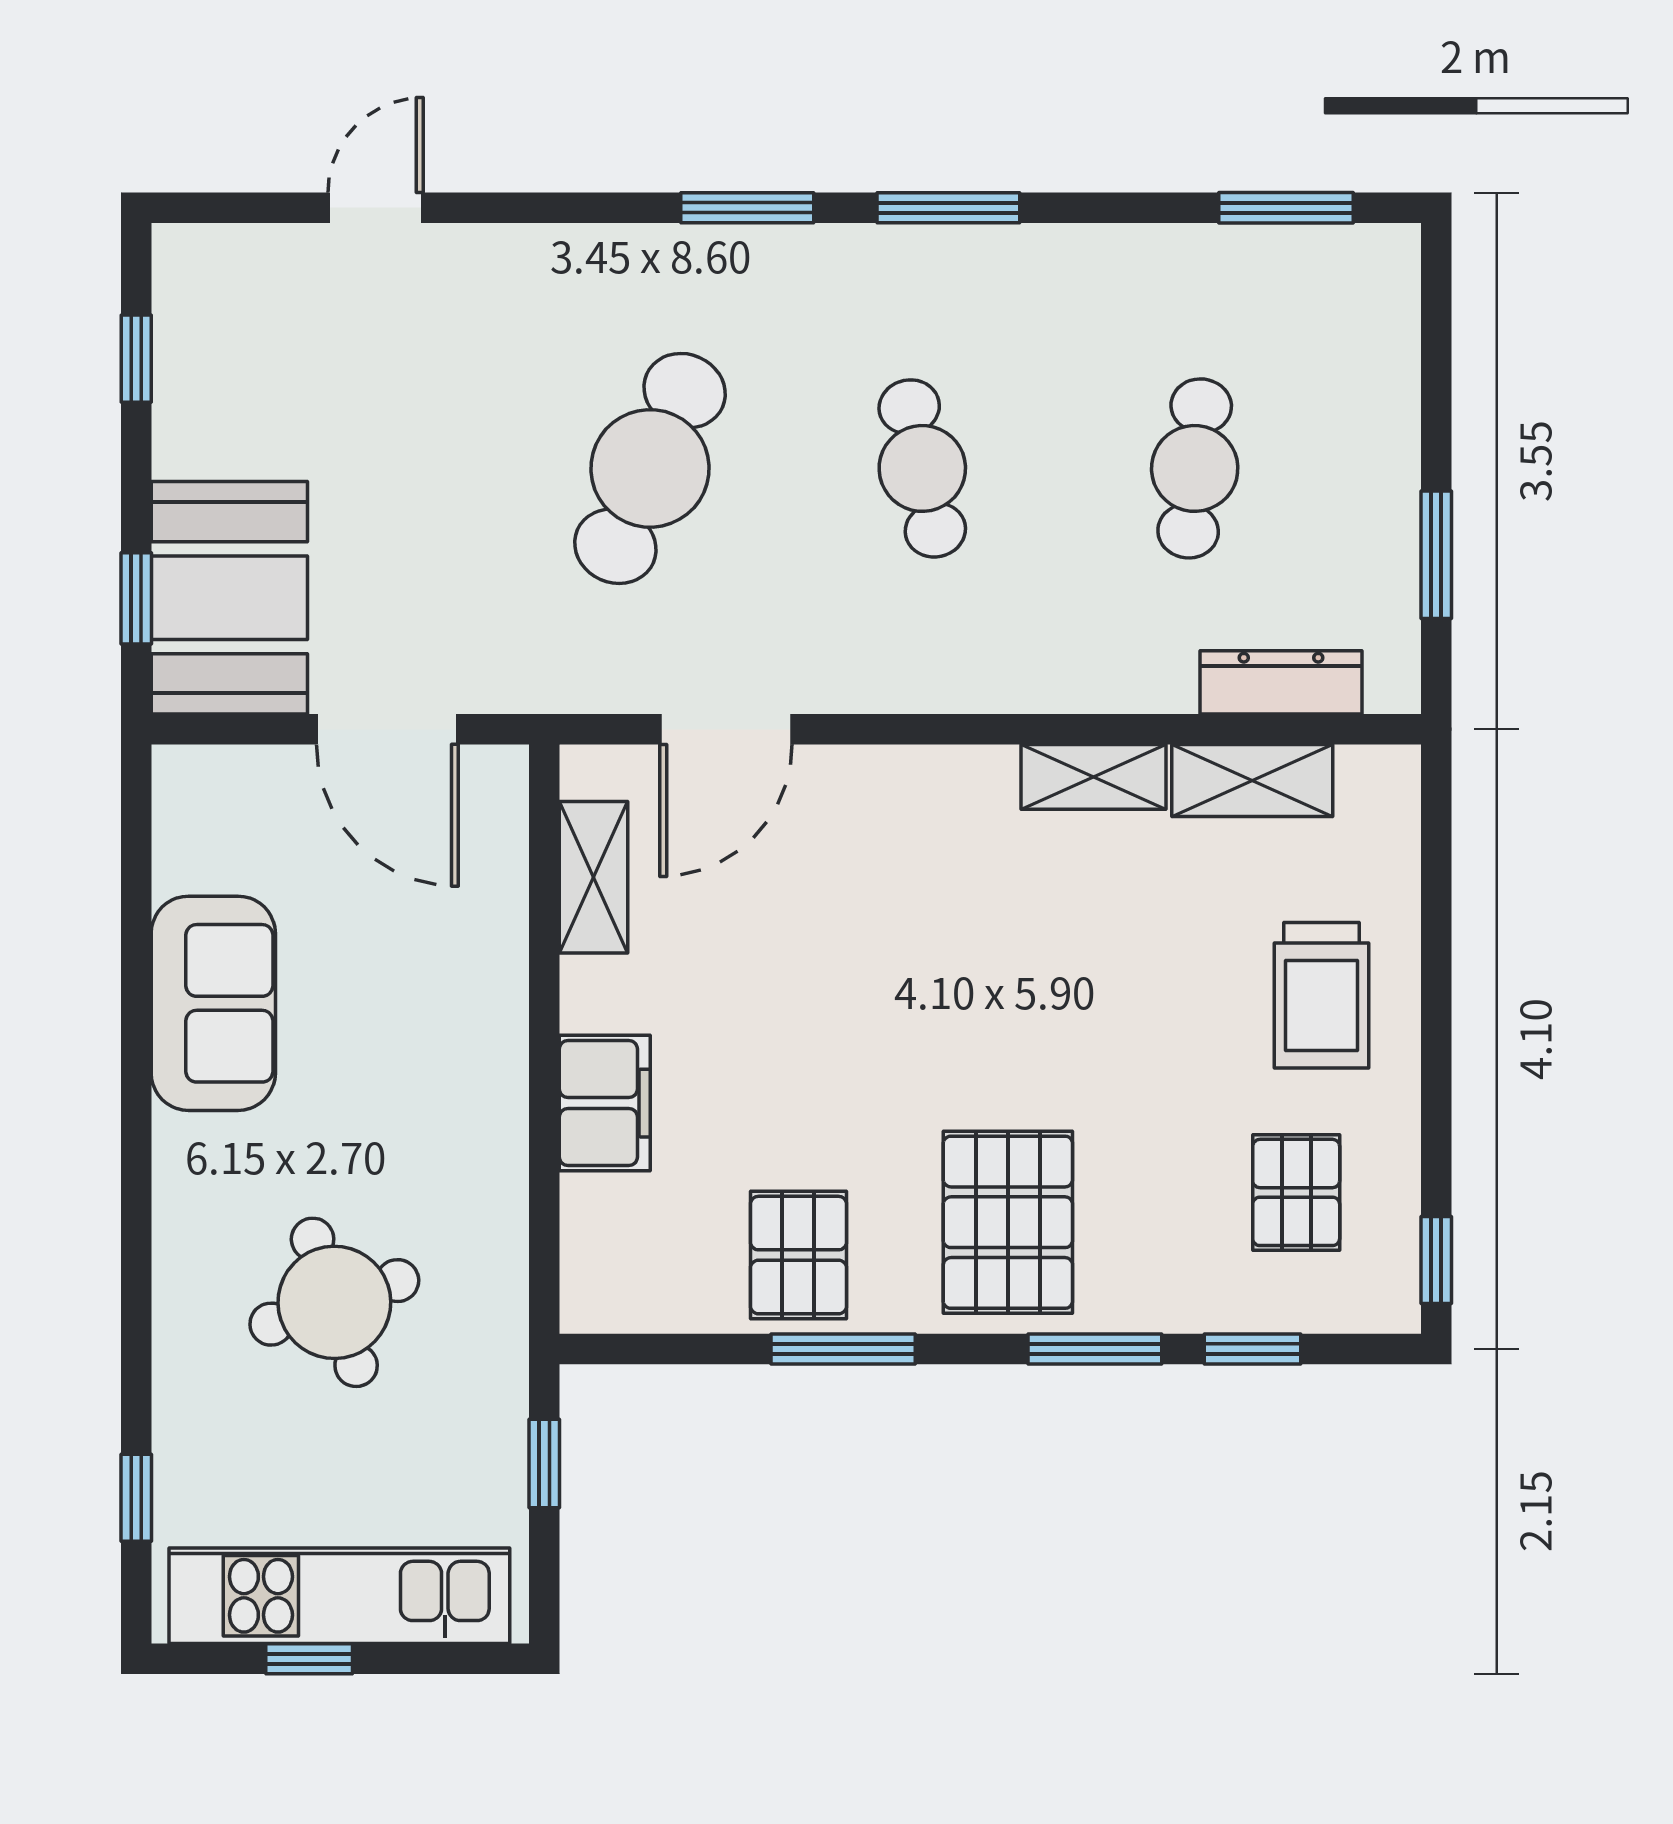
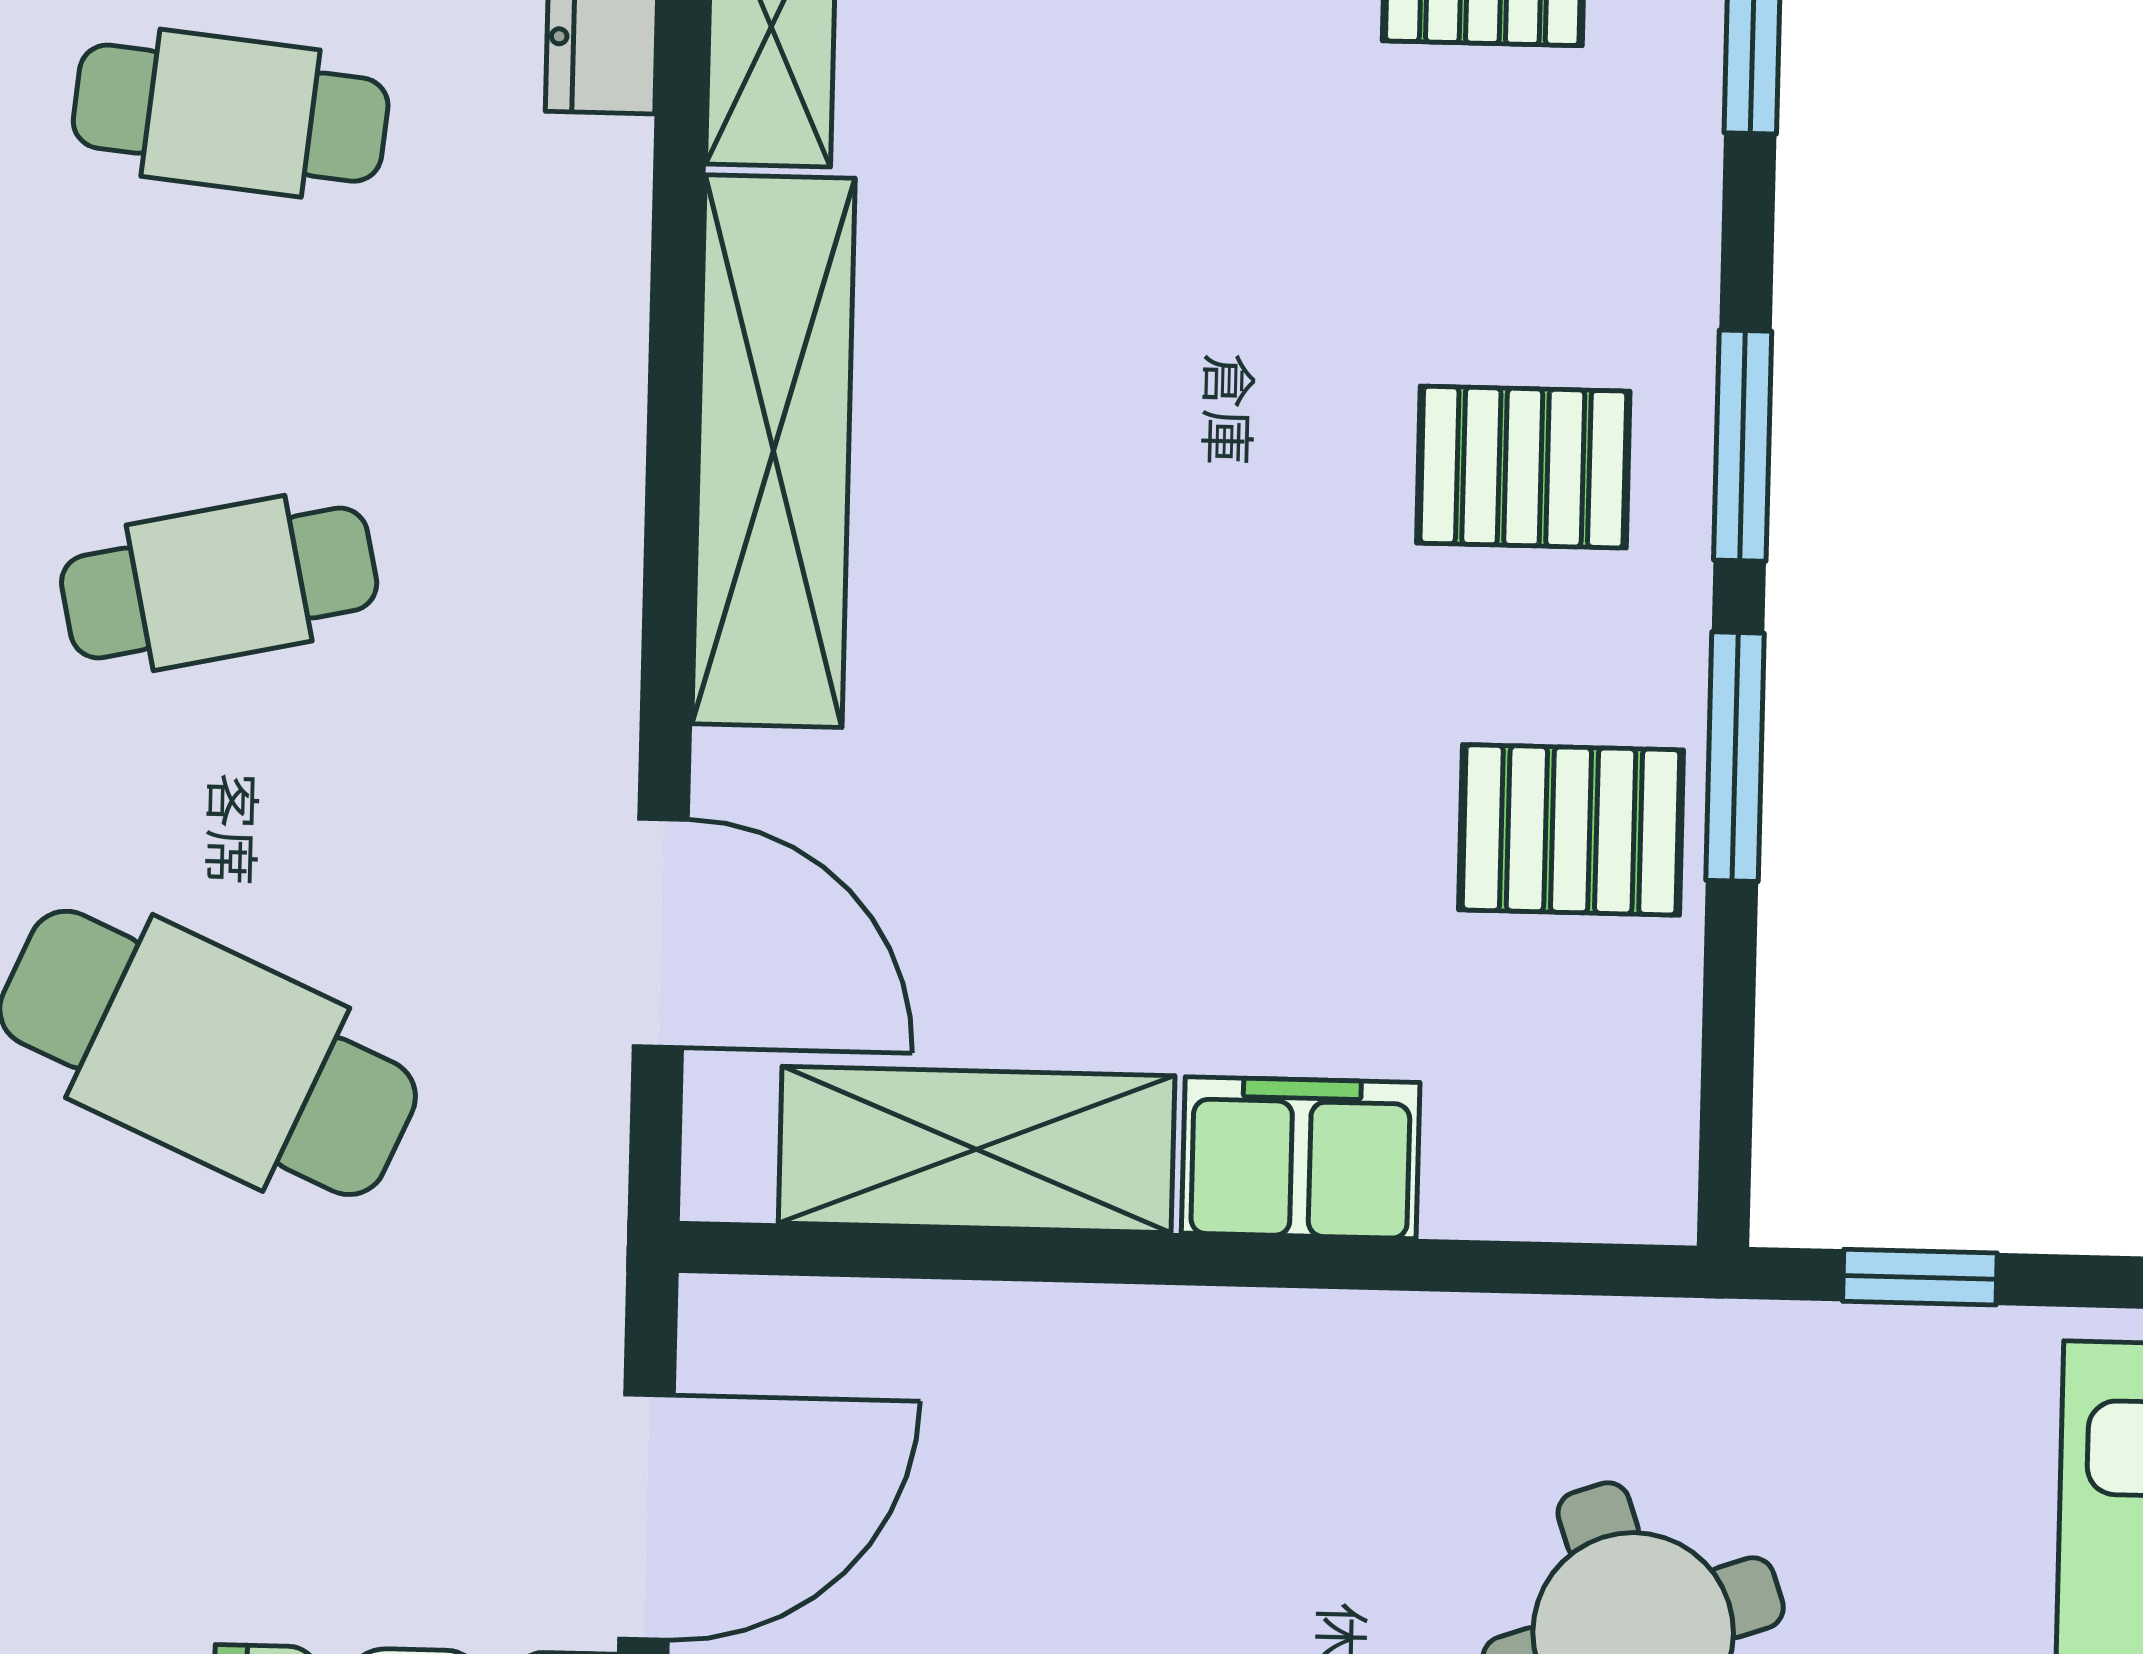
shelving: (1093, 777) -> (774, 451), width x2.20, depth x1.33
shelving: (594, 877) -> (977, 1149), width x1.50, depth x1.33
pallet: (1008, 1222) -> (1523, 467), width x0.67, depth x0.71
window: (1095, 1349) -> (1743, 446), moved

